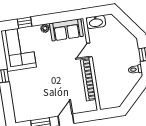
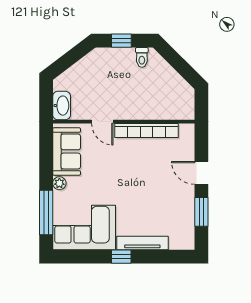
window: (25, 23) -> (46, 212), width x2.17
tv unit: (14, 88) -> (142, 243), added

